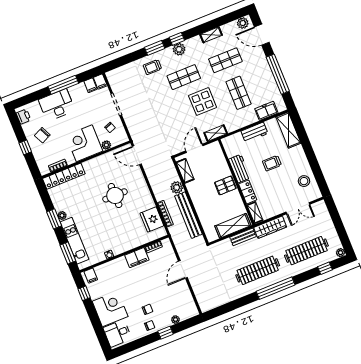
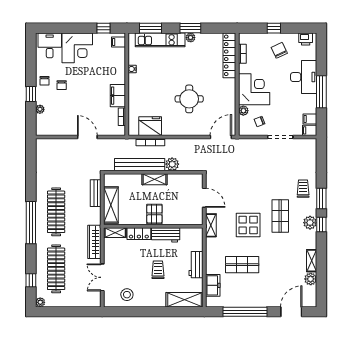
plant: (243, 23) -> (311, 279), moved
shop shelf: (225, 60) -> (280, 265), removed
shelving: (185, 171) -> (154, 179), moved
bench: (243, 237) -> (96, 193), moved

